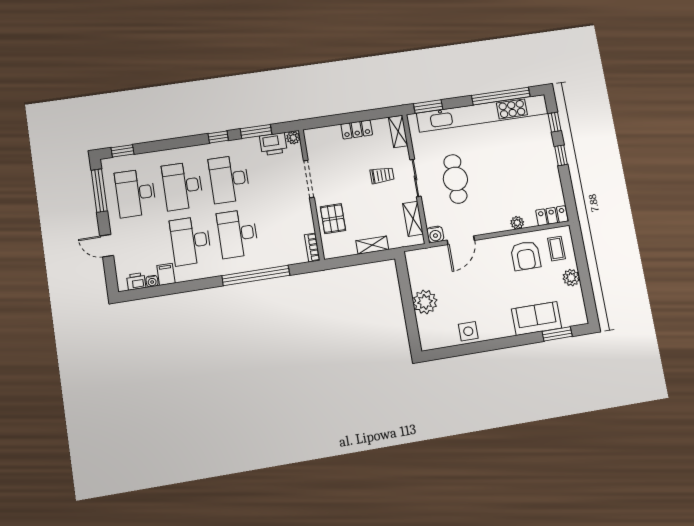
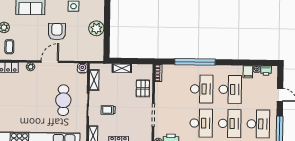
door: (461, 240) -> (50, 62), moved
armchair: (526, 256) -> (57, 32), moved

